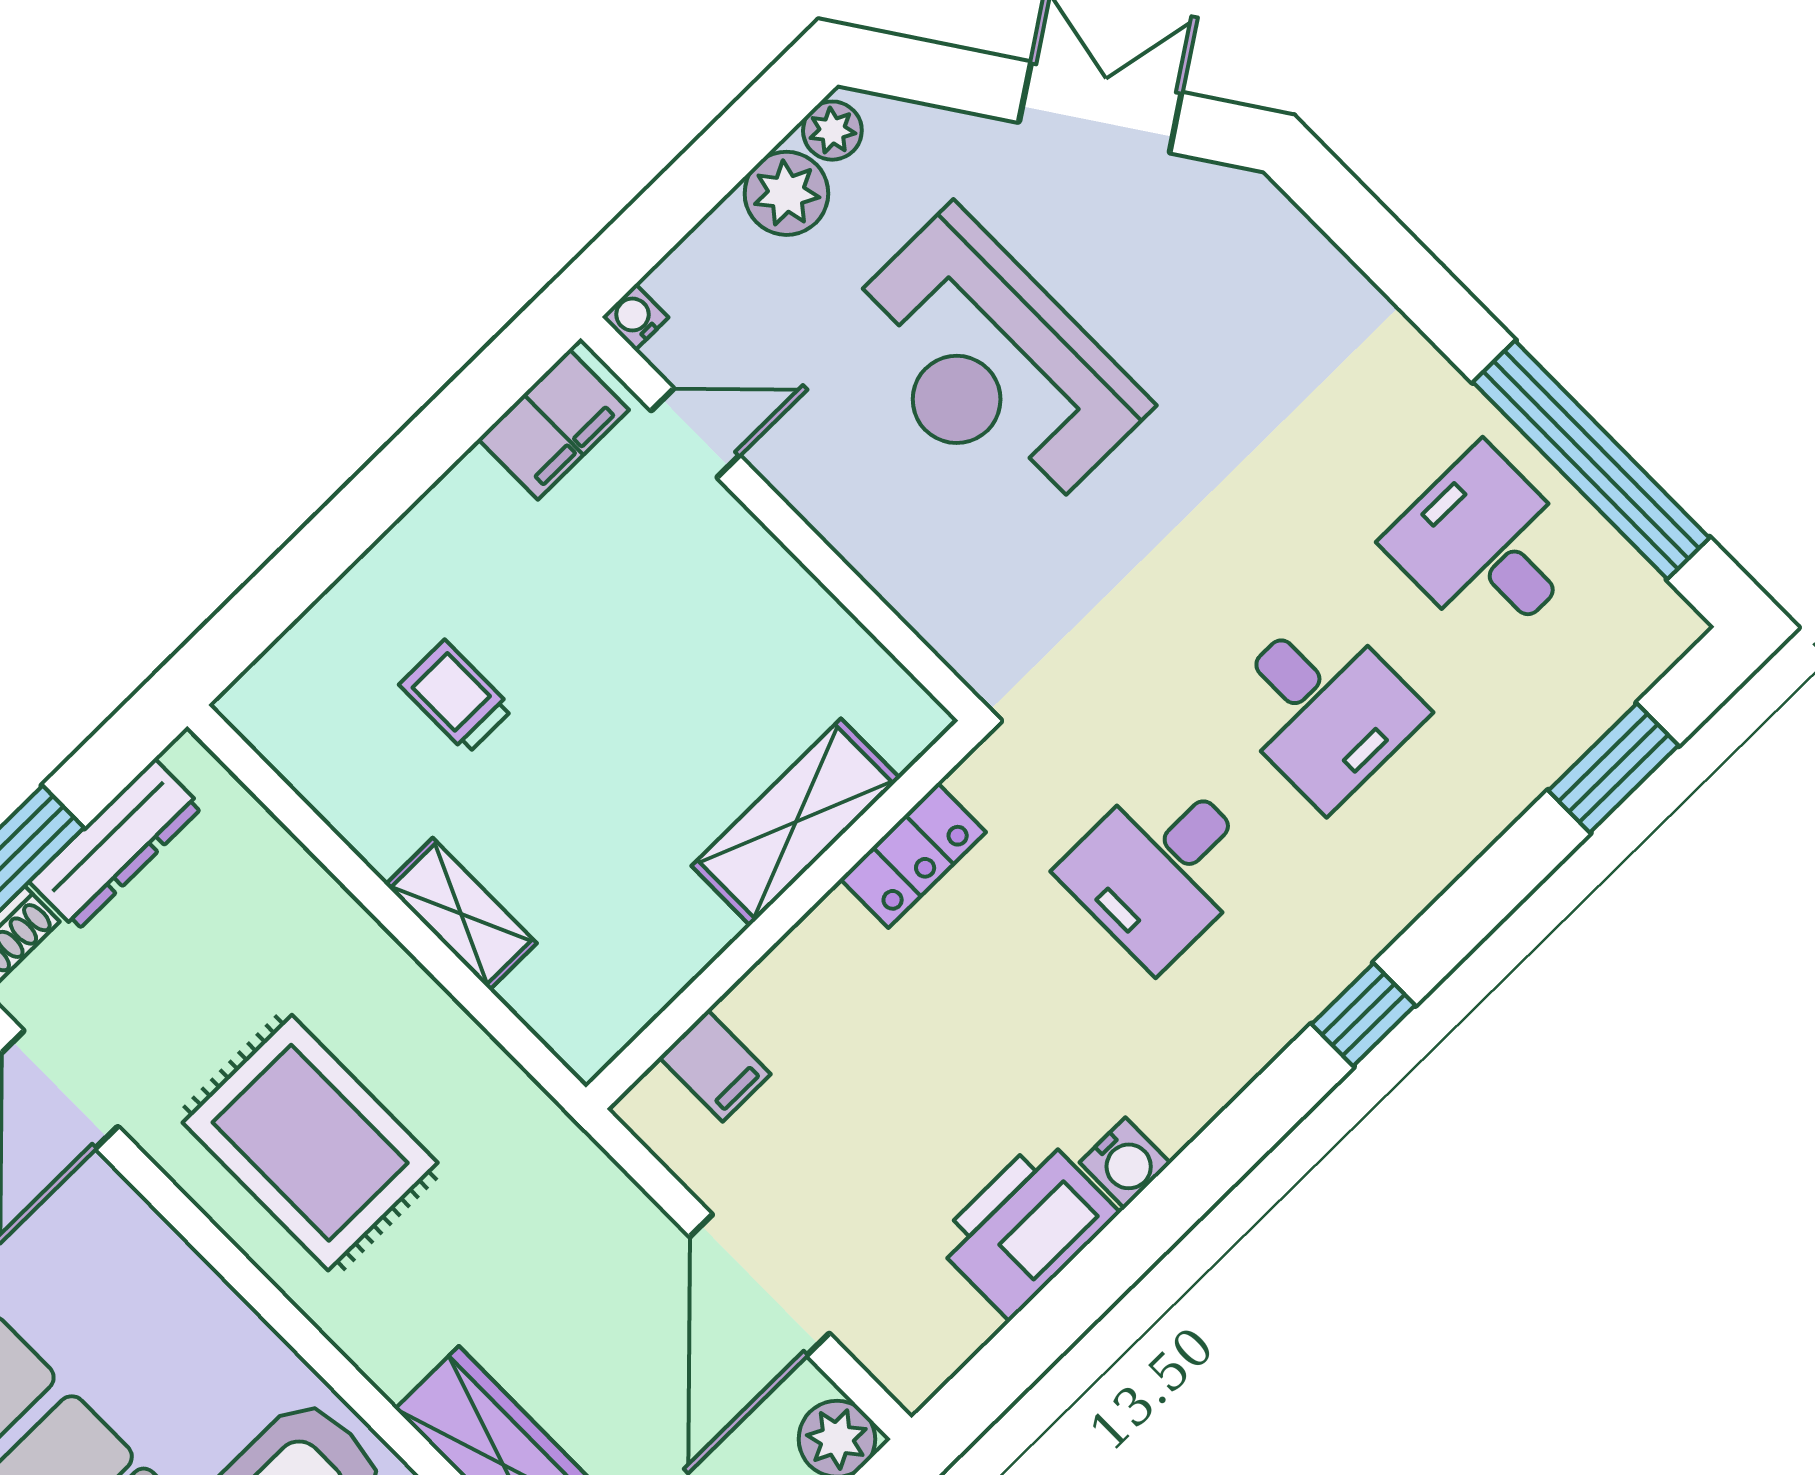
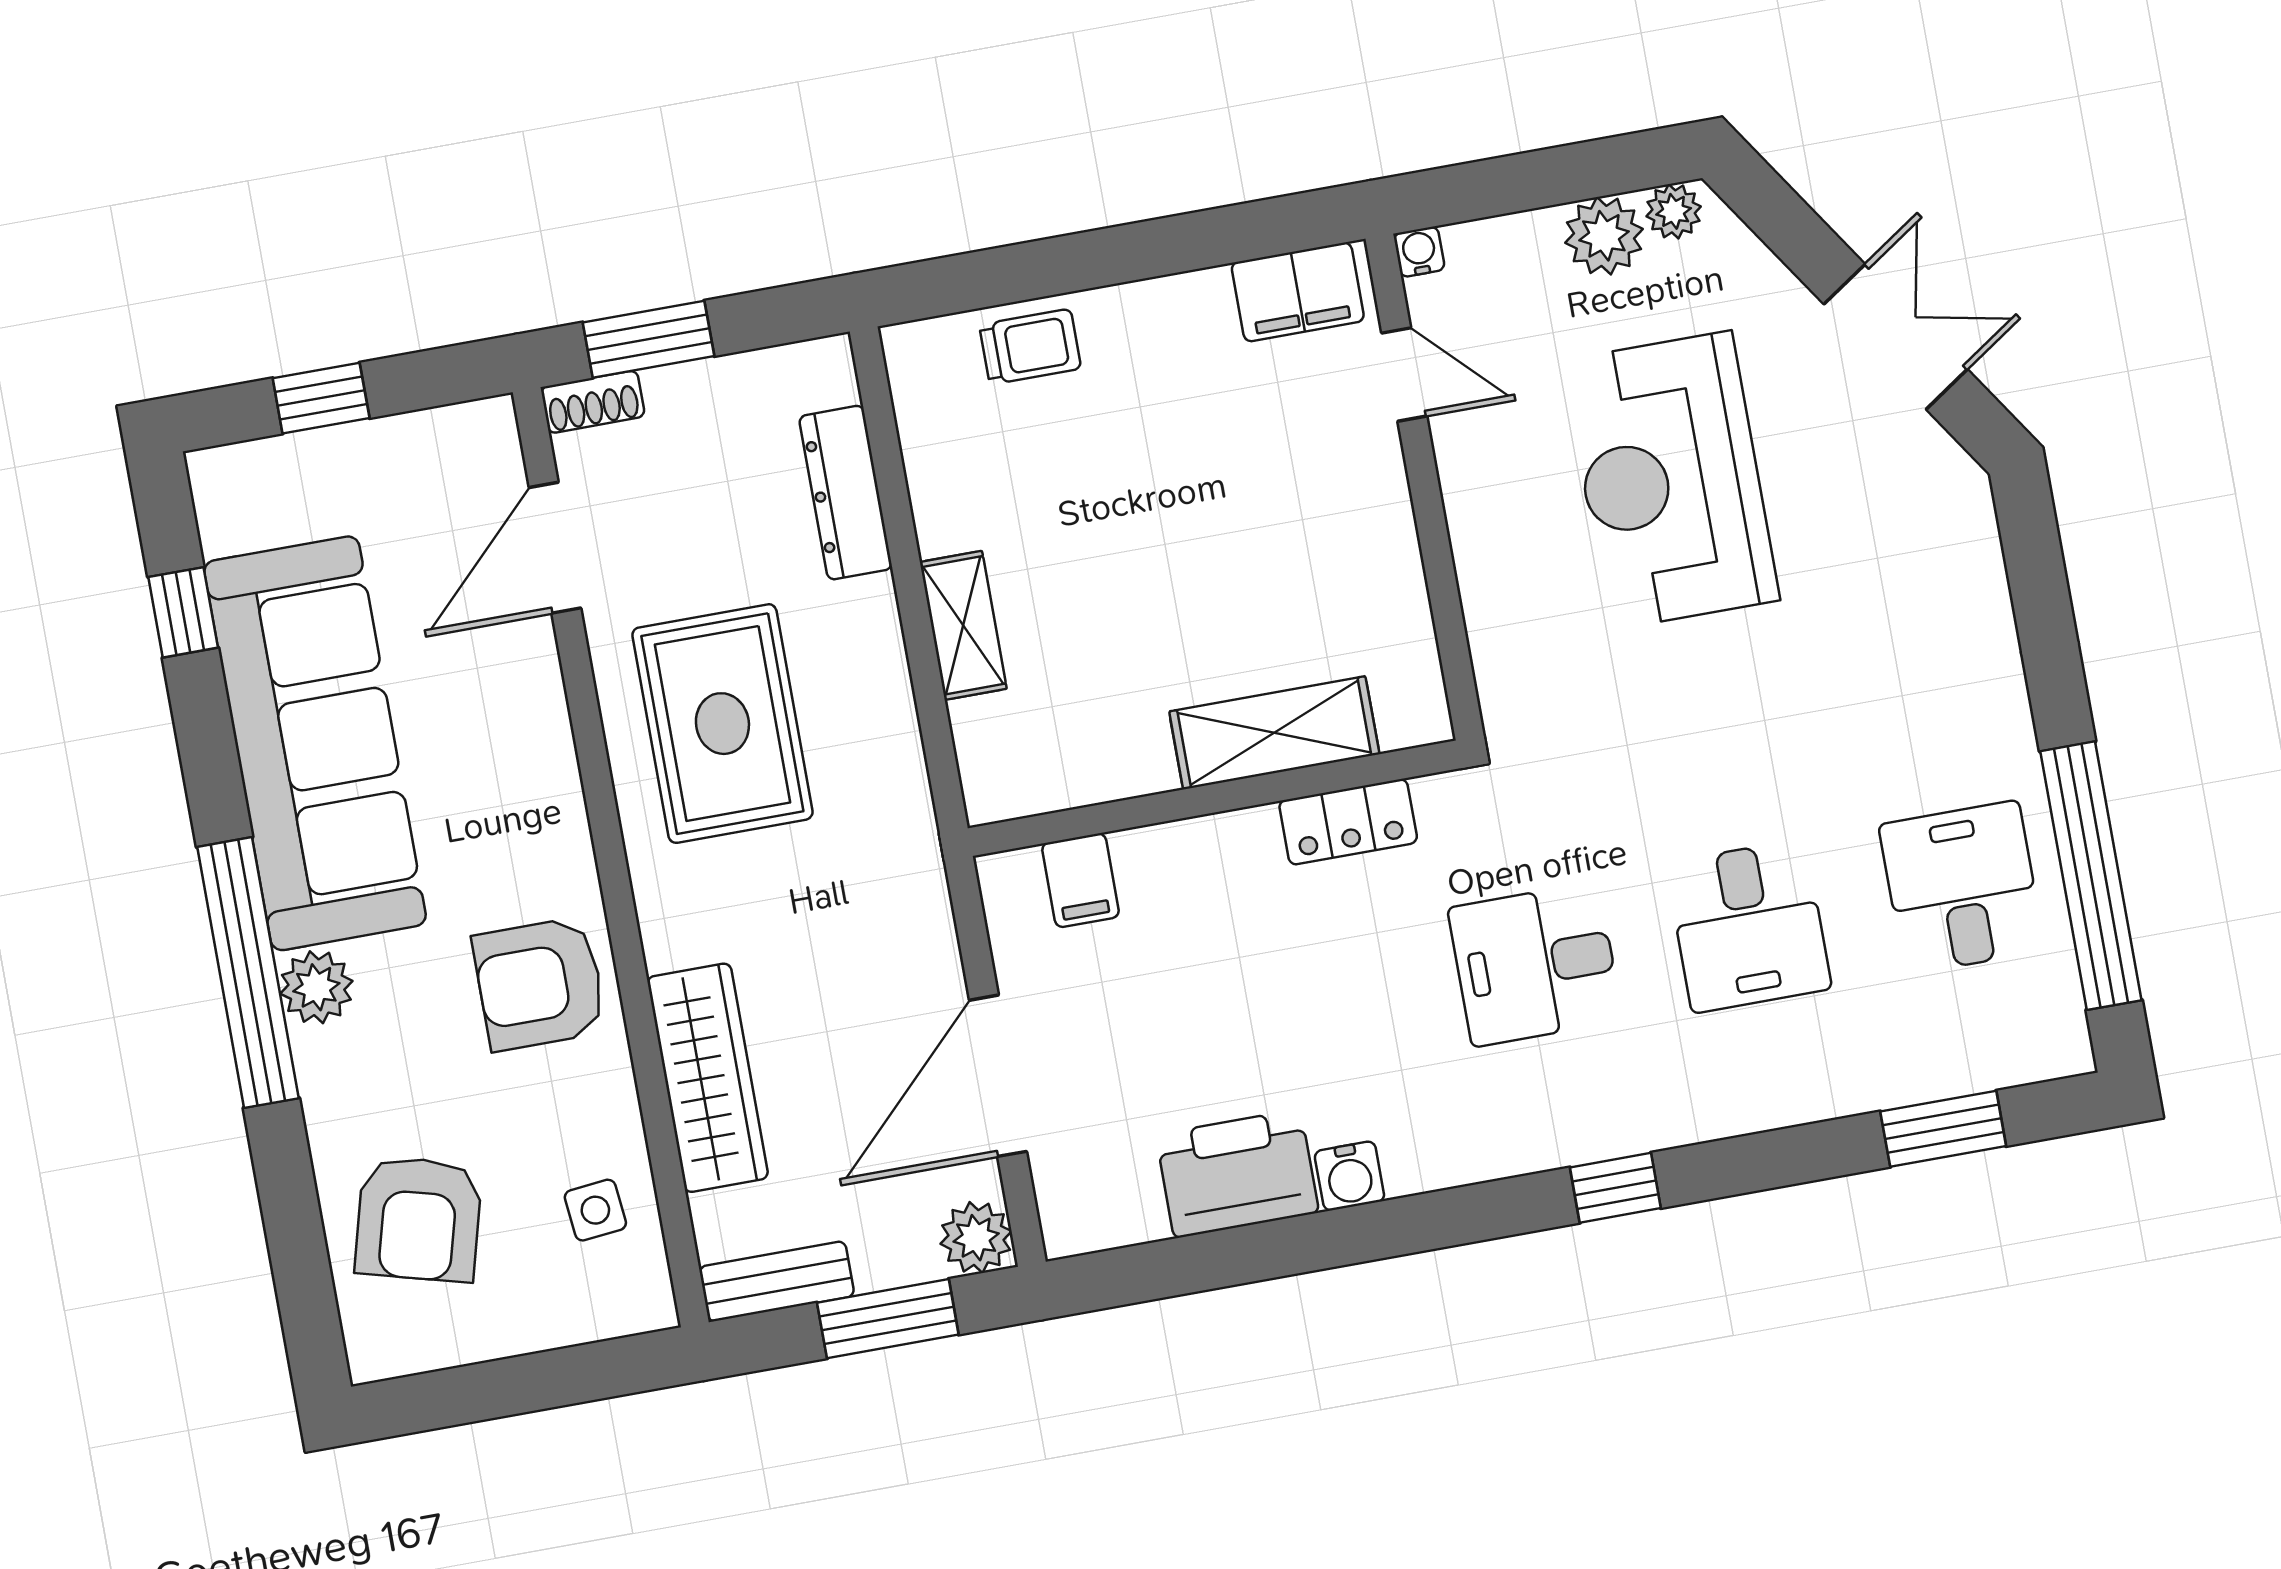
trolley: (456, 697) -> (1030, 347), moved, turned 90
dresser: (116, 845) -> (846, 493), moved, turned 90

